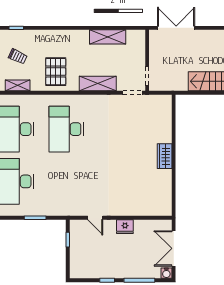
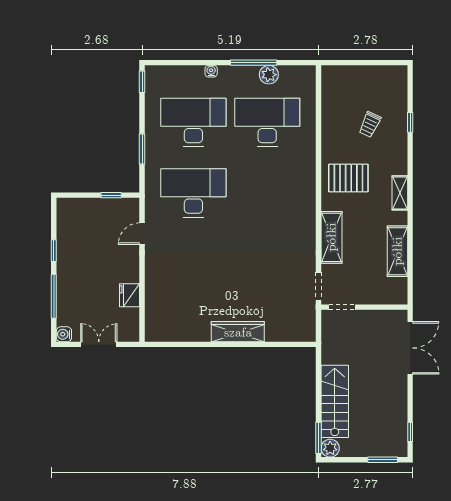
shelving: (18, 85) -> (400, 193), moved
desk: (66, 129) -> (193, 193), moved
wardrobe: (165, 156) -> (238, 332), width x1.50
fridge: (125, 227) -> (129, 295), moved
double door: (174, 248) -> (99, 344), width x0.73

